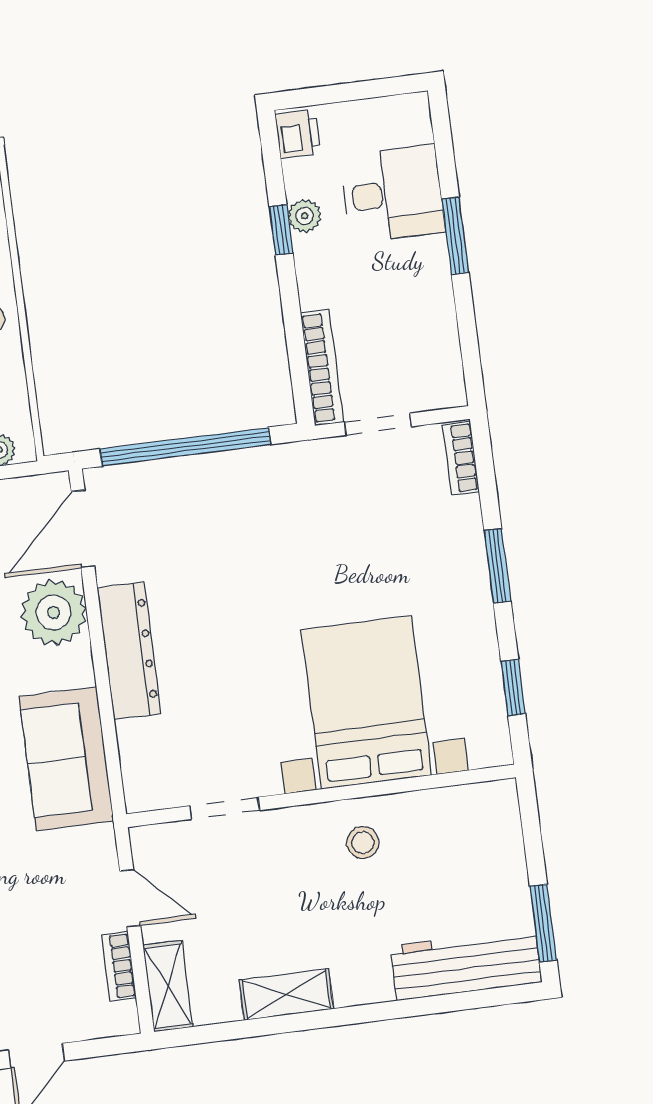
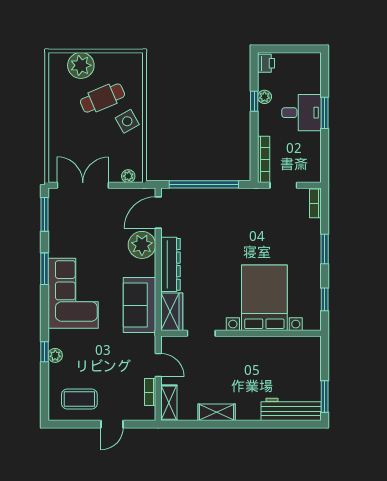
desk: (393, 194) -> (302, 113), moved
wardrobe: (147, 765) -> (172, 312), added
stool: (363, 843) -> (256, 354), removed

